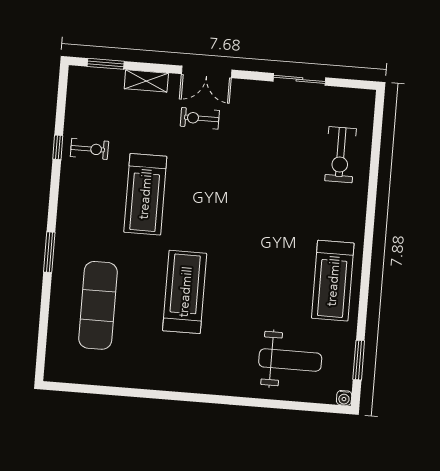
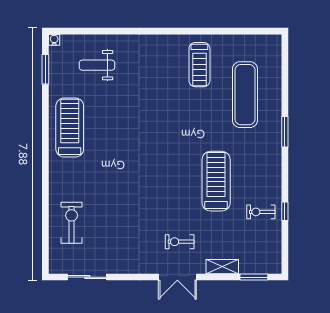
double door: (207, 72) -> (177, 277), swing flipped
sliding door: (299, 79) -> (87, 277), moved
exercise bike: (200, 118) -> (180, 242), turned 180
treadmill: (185, 292) -> (199, 65), moved, width x0.73, depth x0.73
weight bench: (290, 360) -> (97, 65), width x0.73, depth x0.75

